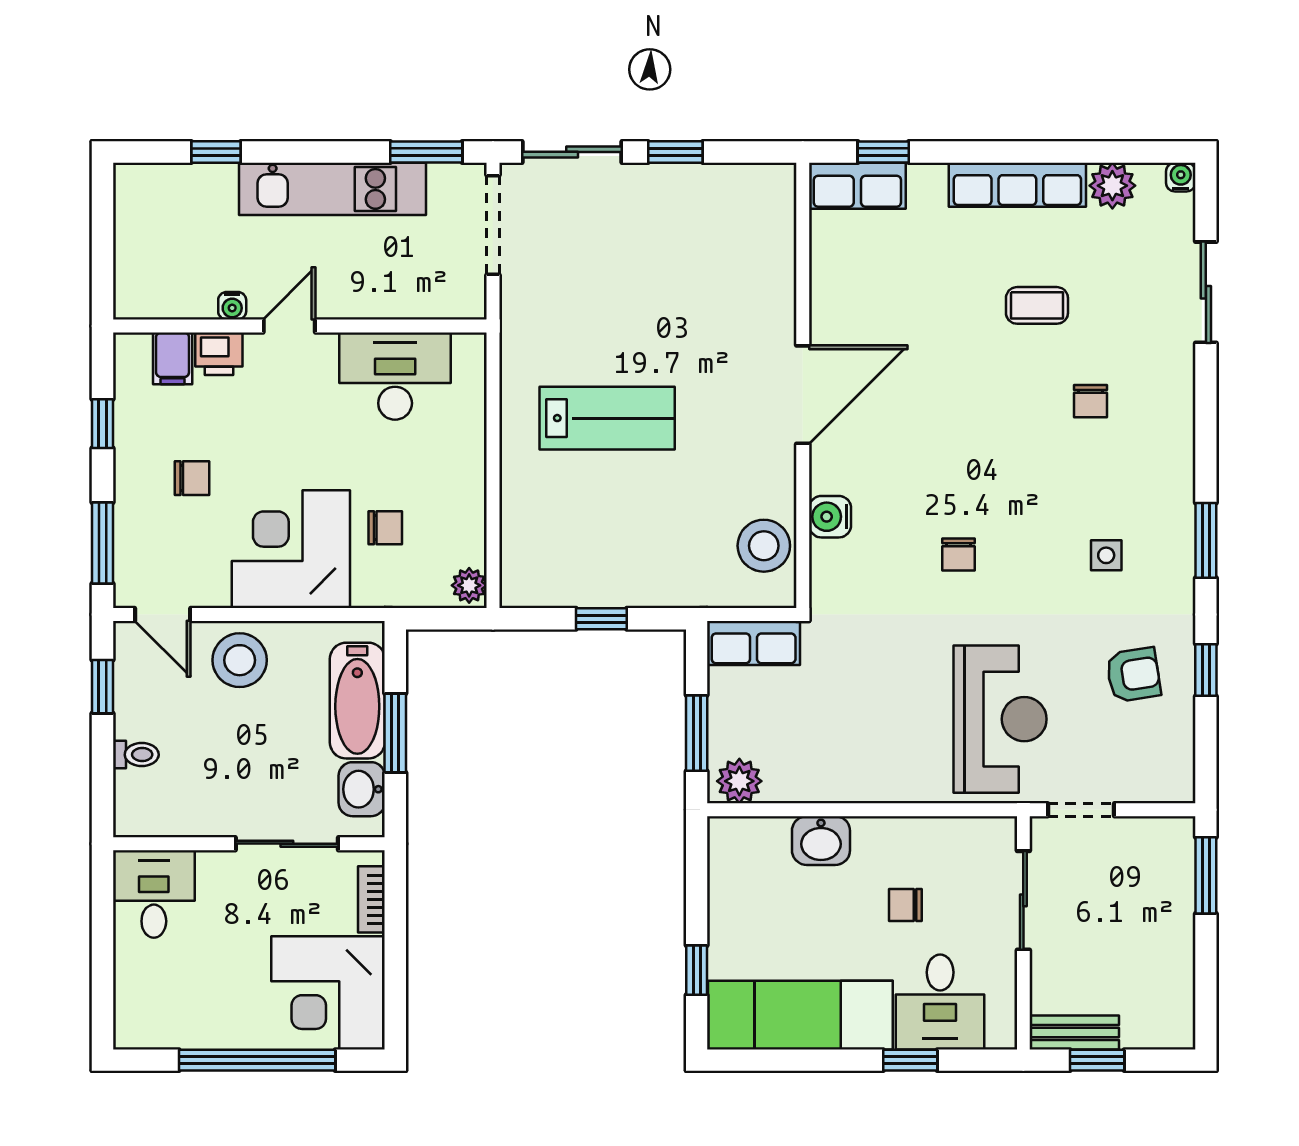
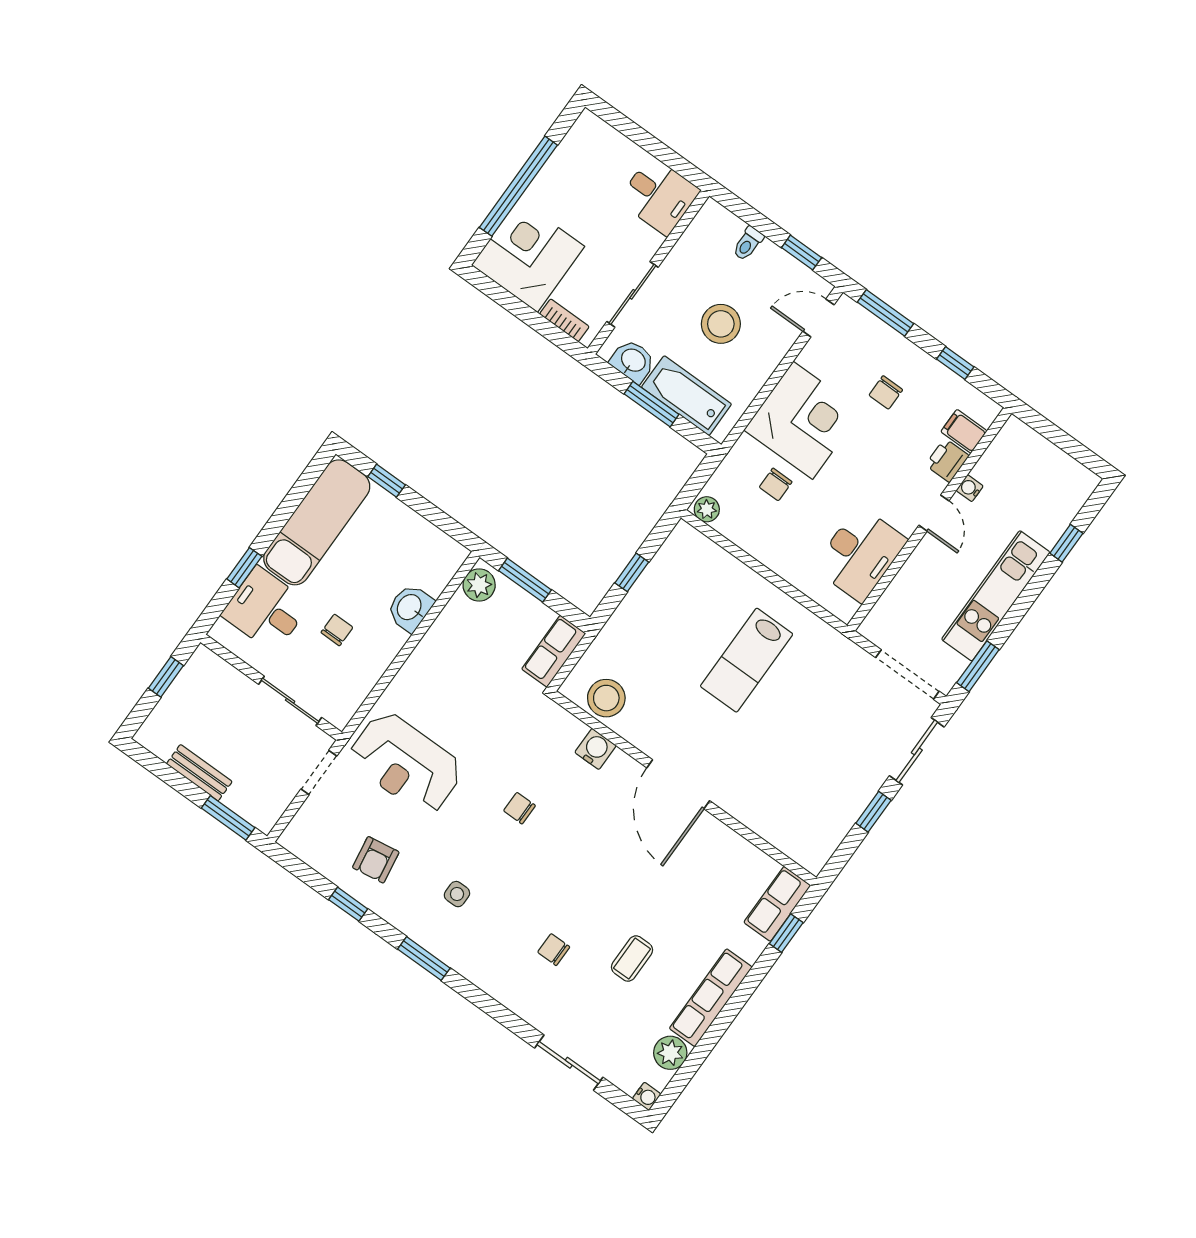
stool: (240, 660) -> (721, 324), moved
bench: (1074, 1032) -> (199, 773), moved, turned 90

